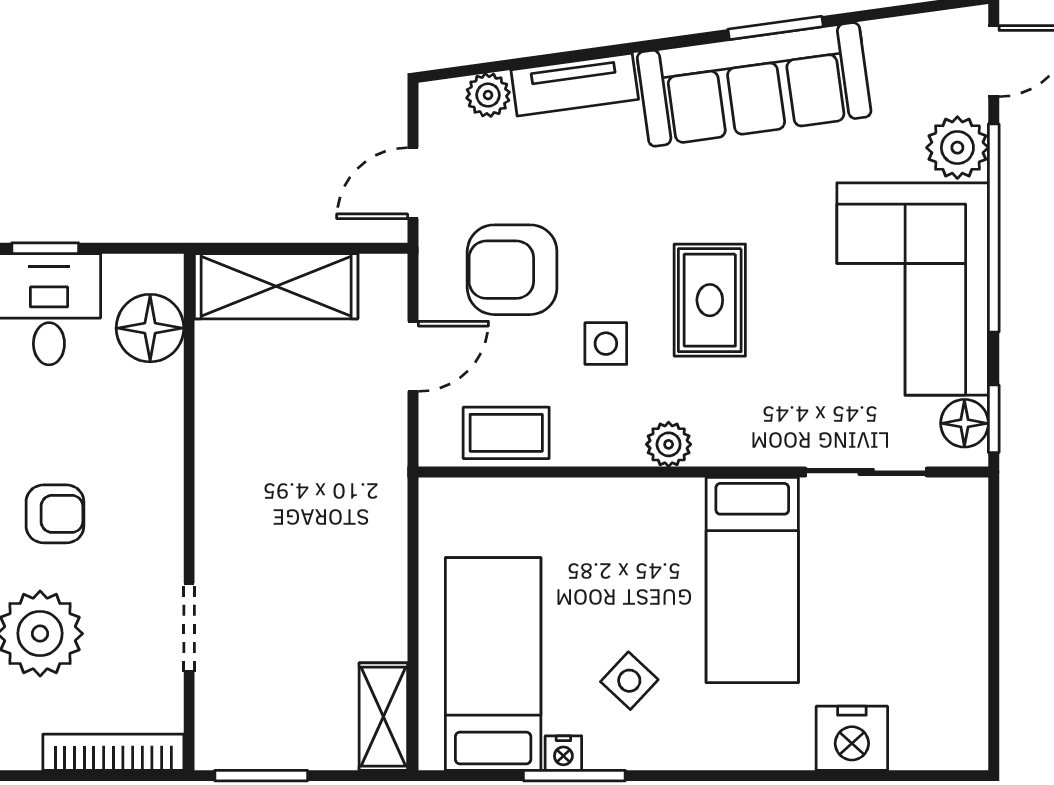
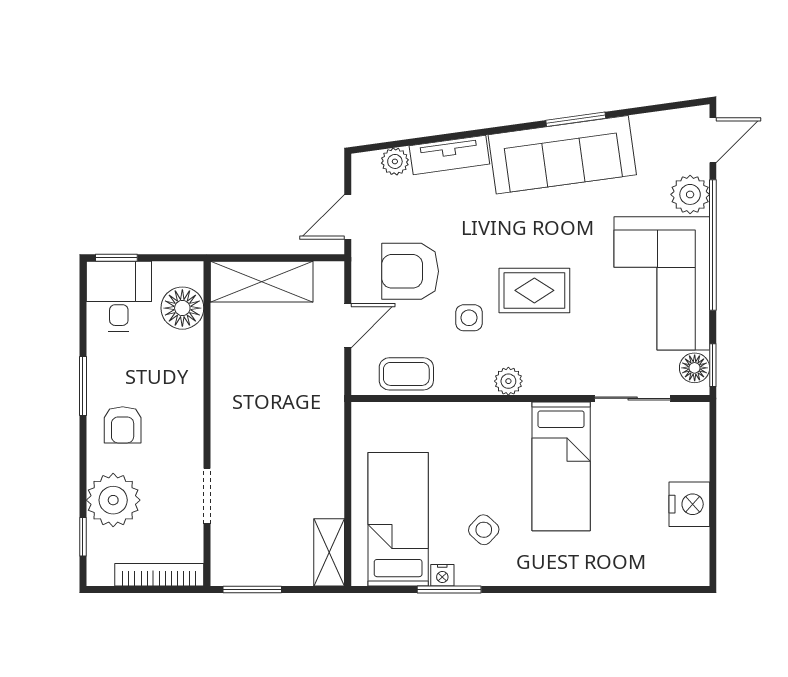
rug: (710, 300) -> (534, 290), turned 90
armchair: (55, 514) -> (123, 425), turned 90
nightstand: (852, 738) -> (689, 504), moved, turned -90

